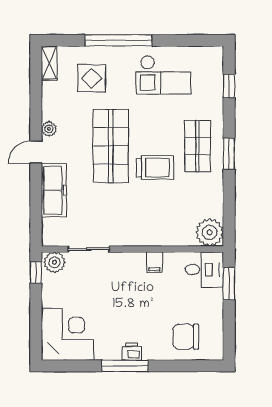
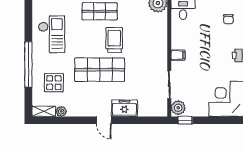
plant: (49, 129) -> (61, 111), moved
freezer: (54, 190) -> (124, 108), width x0.71
filing cabinet: (154, 262) -> (178, 55), moved
chair: (186, 337) -> (228, 19), width x0.54, depth x0.54

